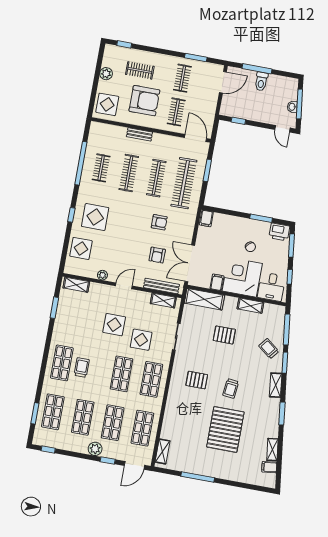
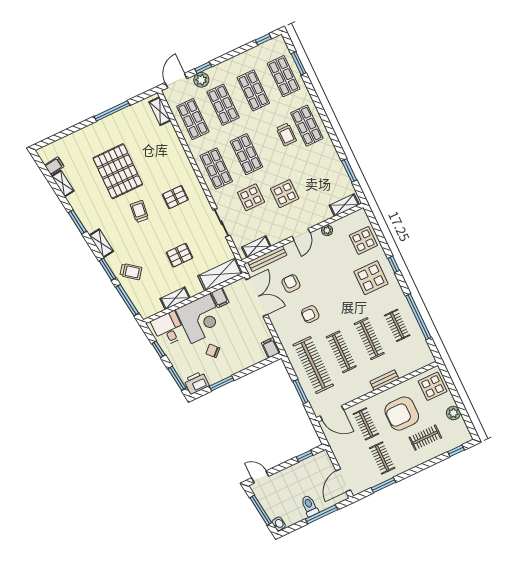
washbasin: (292, 107) -> (279, 524), moved
plant: (95, 449) -> (201, 80), moved

